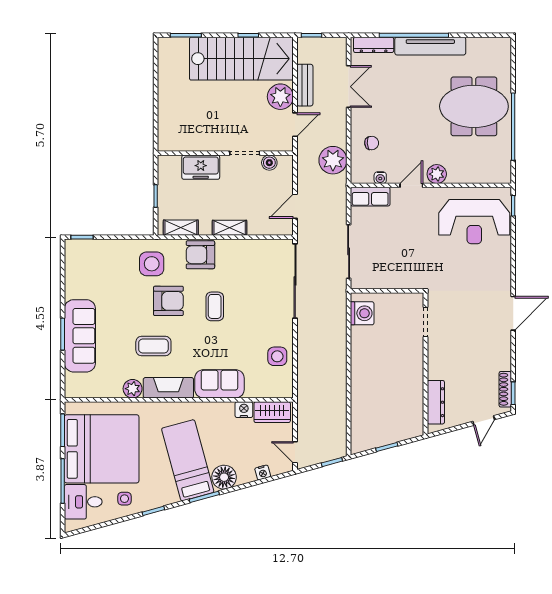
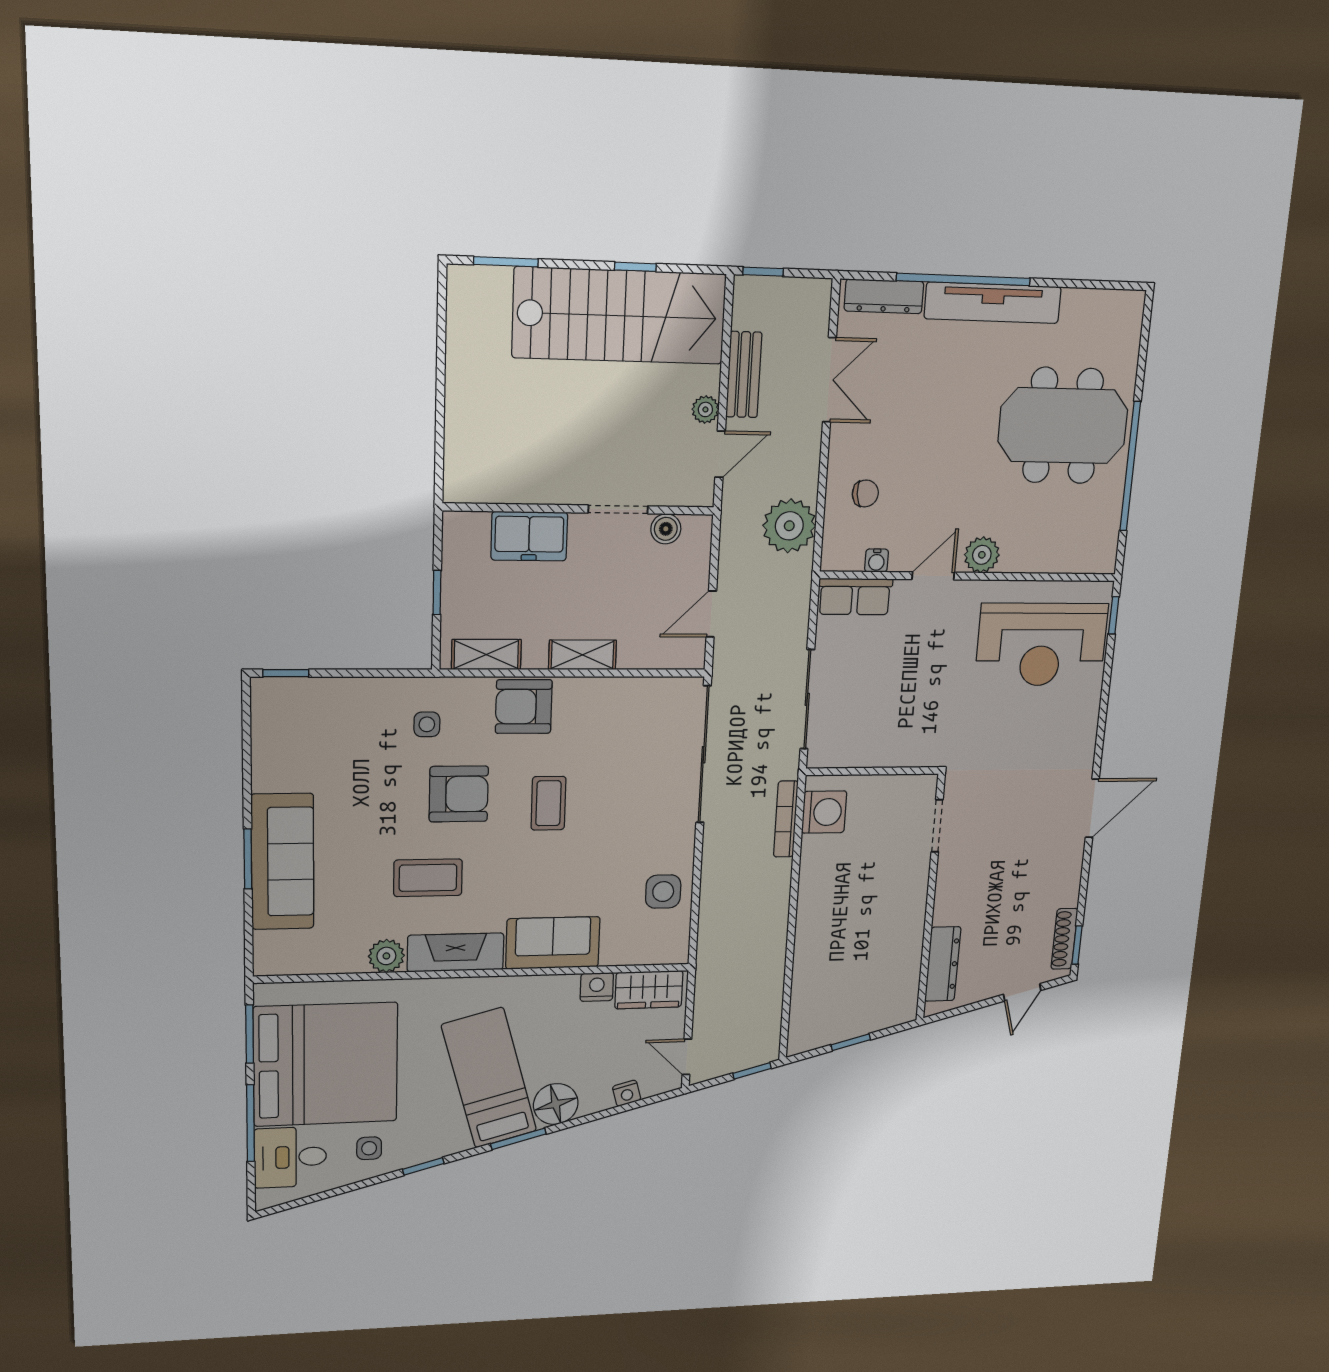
plant: (280, 97) -> (705, 409), width x0.53, depth x0.53
side table: (152, 264) -> (427, 724), width x0.54, depth x0.54
bookcase: (341, 317) -> (786, 819), added

